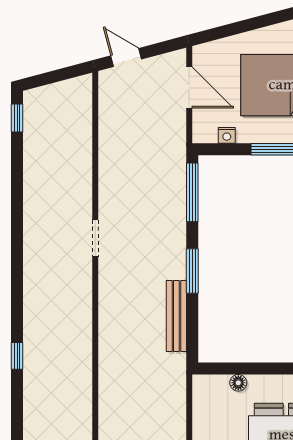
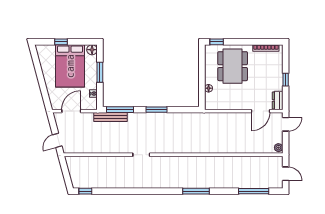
bench: (176, 316) -> (111, 117), moved
window: (17, 356) -> (196, 191), width x2.17

